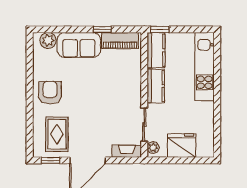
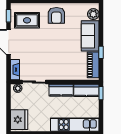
armchair: (50, 93) -> (56, 15), turned 90
fridge: (182, 146) -> (19, 120), moved

